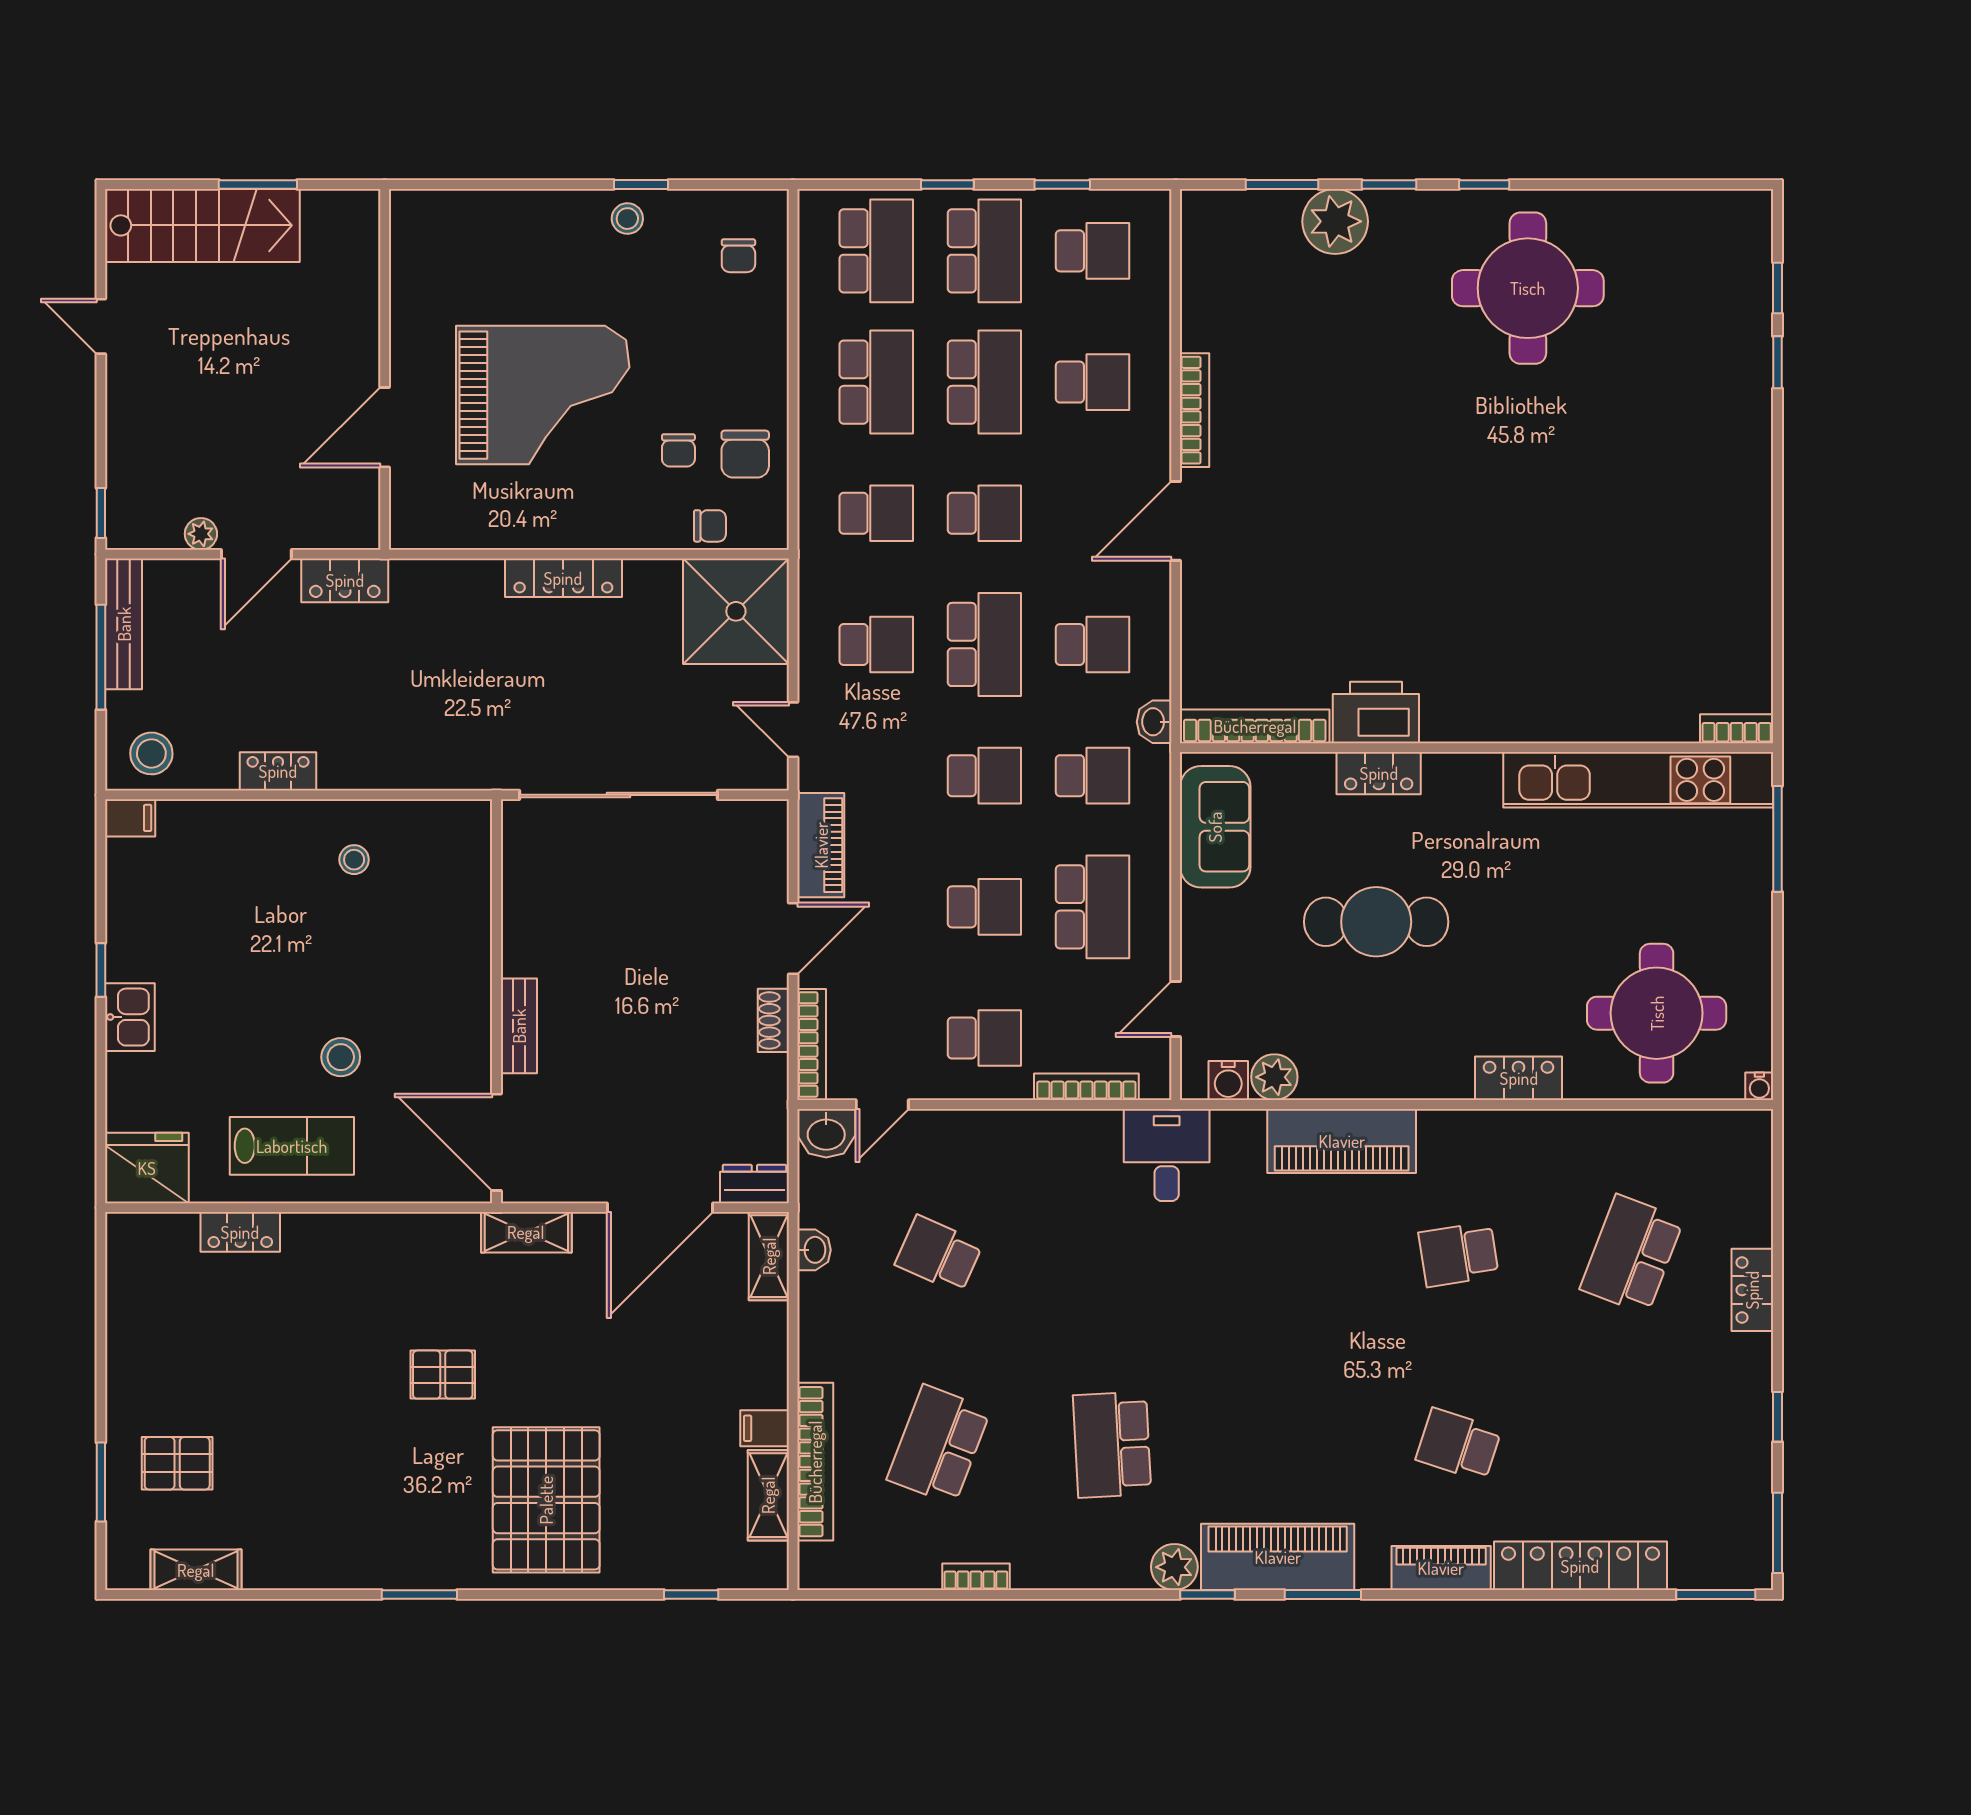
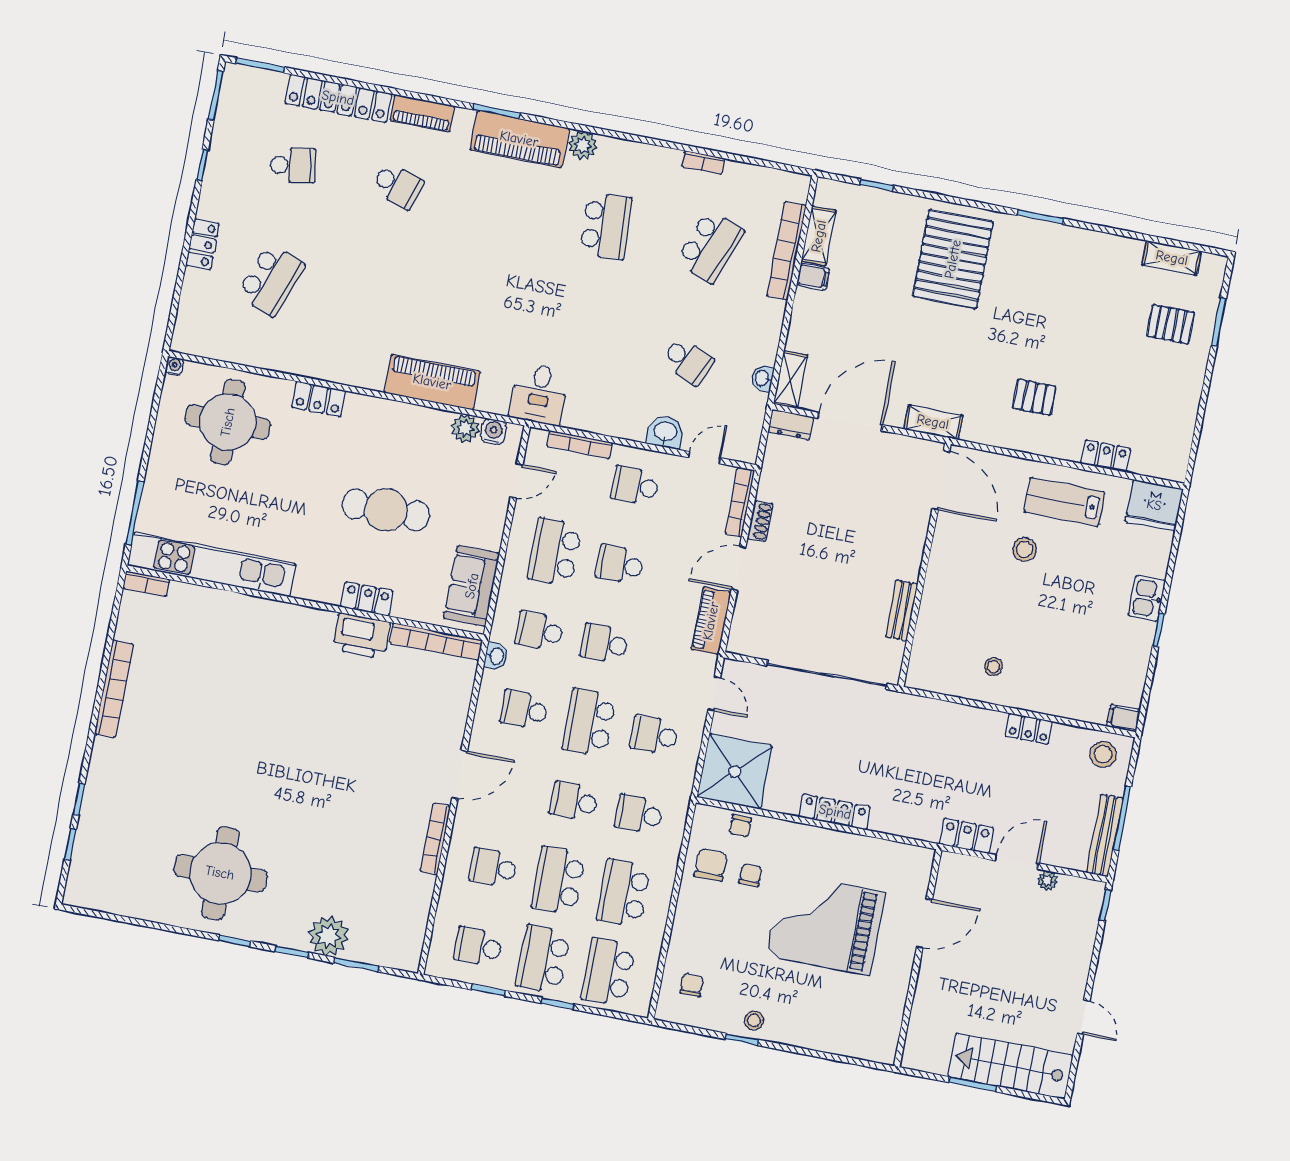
chair: (710, 526) -> (740, 826), turned -90
bookcase: (1756, 550) -> (114, 689), added
bench: (519, 1026) -> (902, 610), moved
washbasin: (826, 1133) -> (665, 432), moved
school desk: (1459, 1254) -> (293, 165), moved
pallet: (443, 1375) -> (1034, 397), moved
window: (1208, 1595) -> (566, 125), removed

